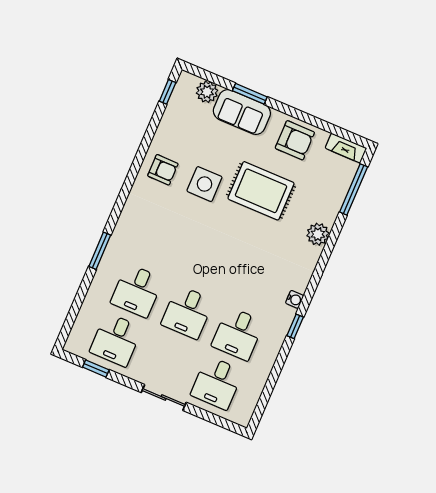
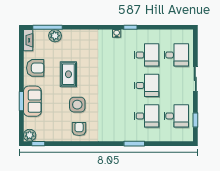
plant: (207, 92) -> (30, 135), moved
armchair: (295, 140) -> (35, 68), turned 90
rug: (261, 191) -> (68, 74), width x0.73, depth x0.70
plant: (318, 234) -> (55, 36), moved

